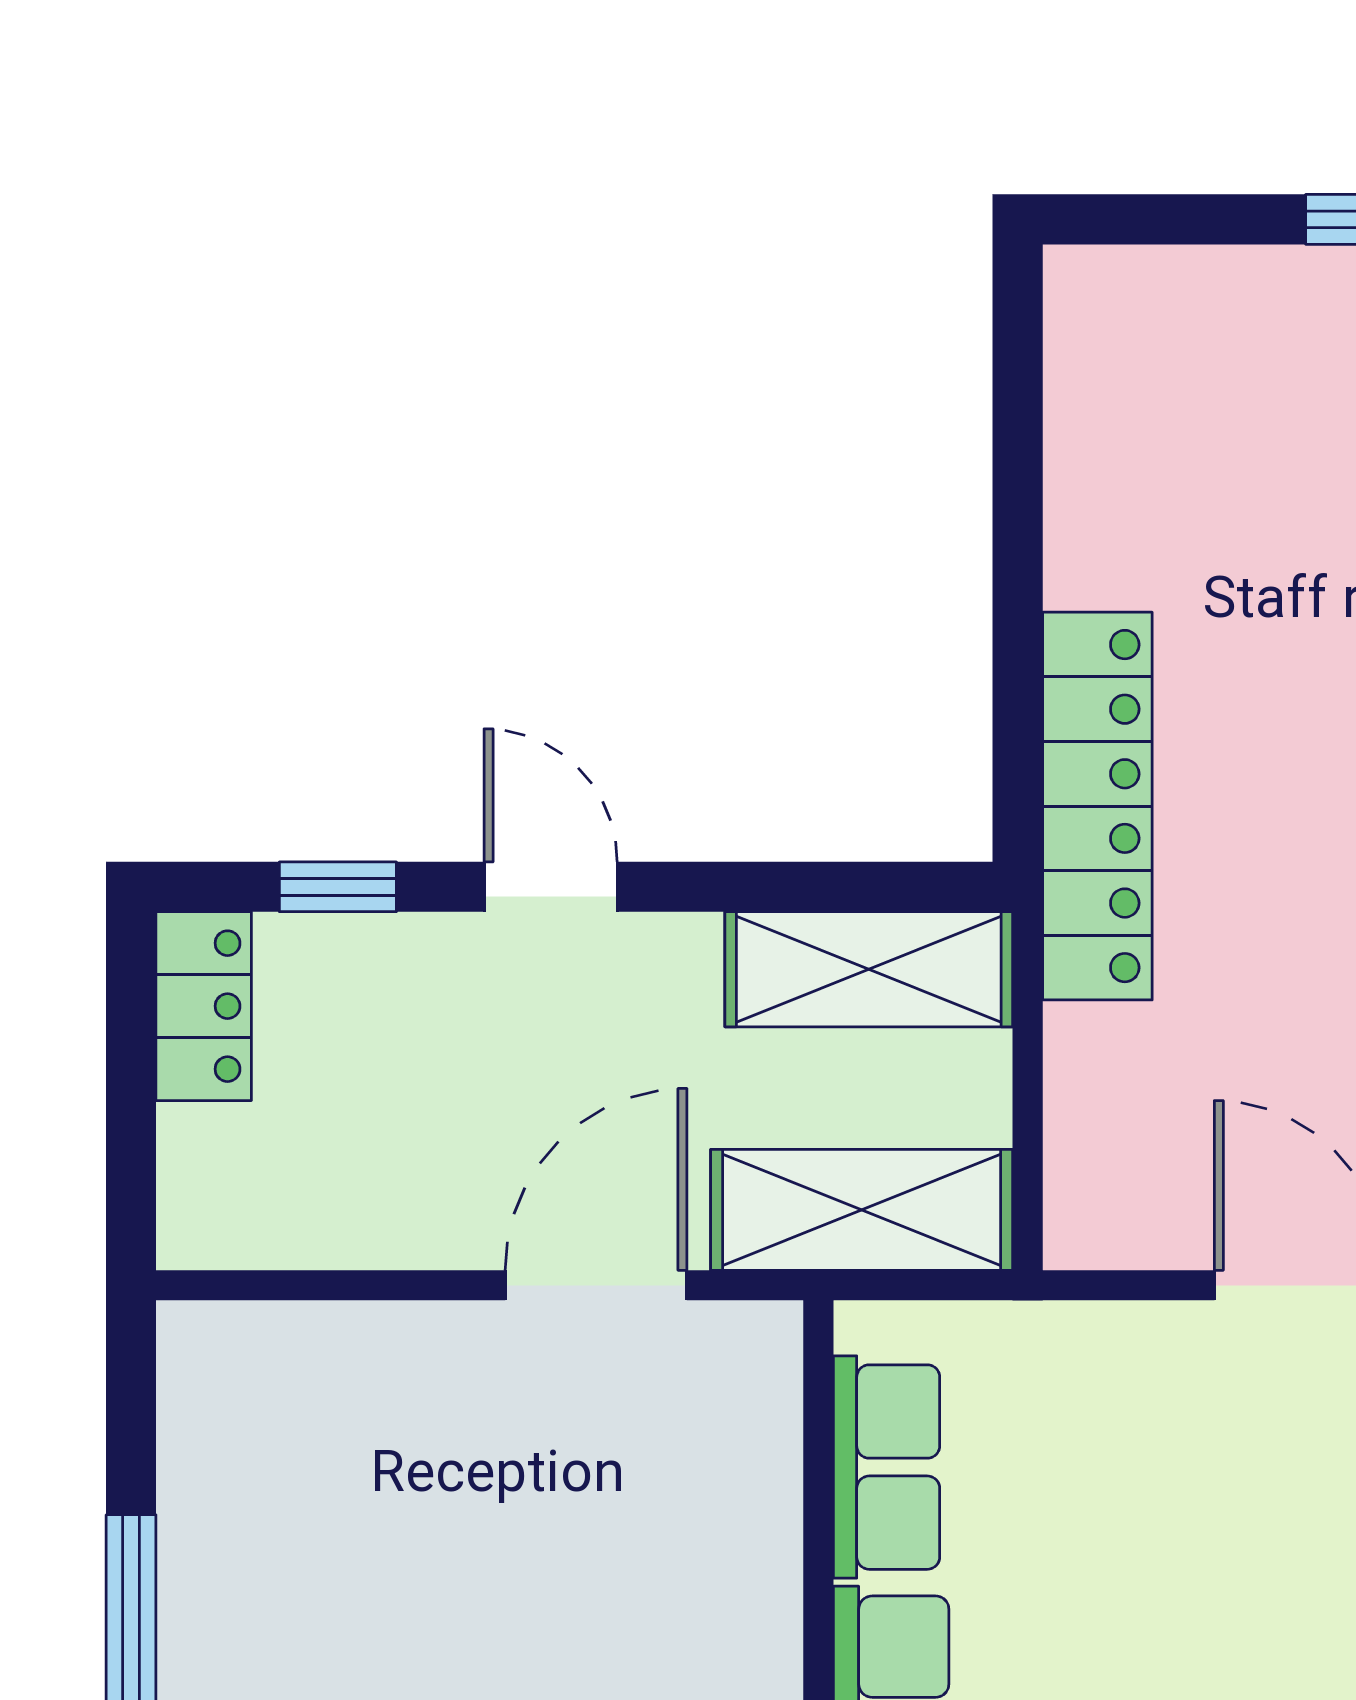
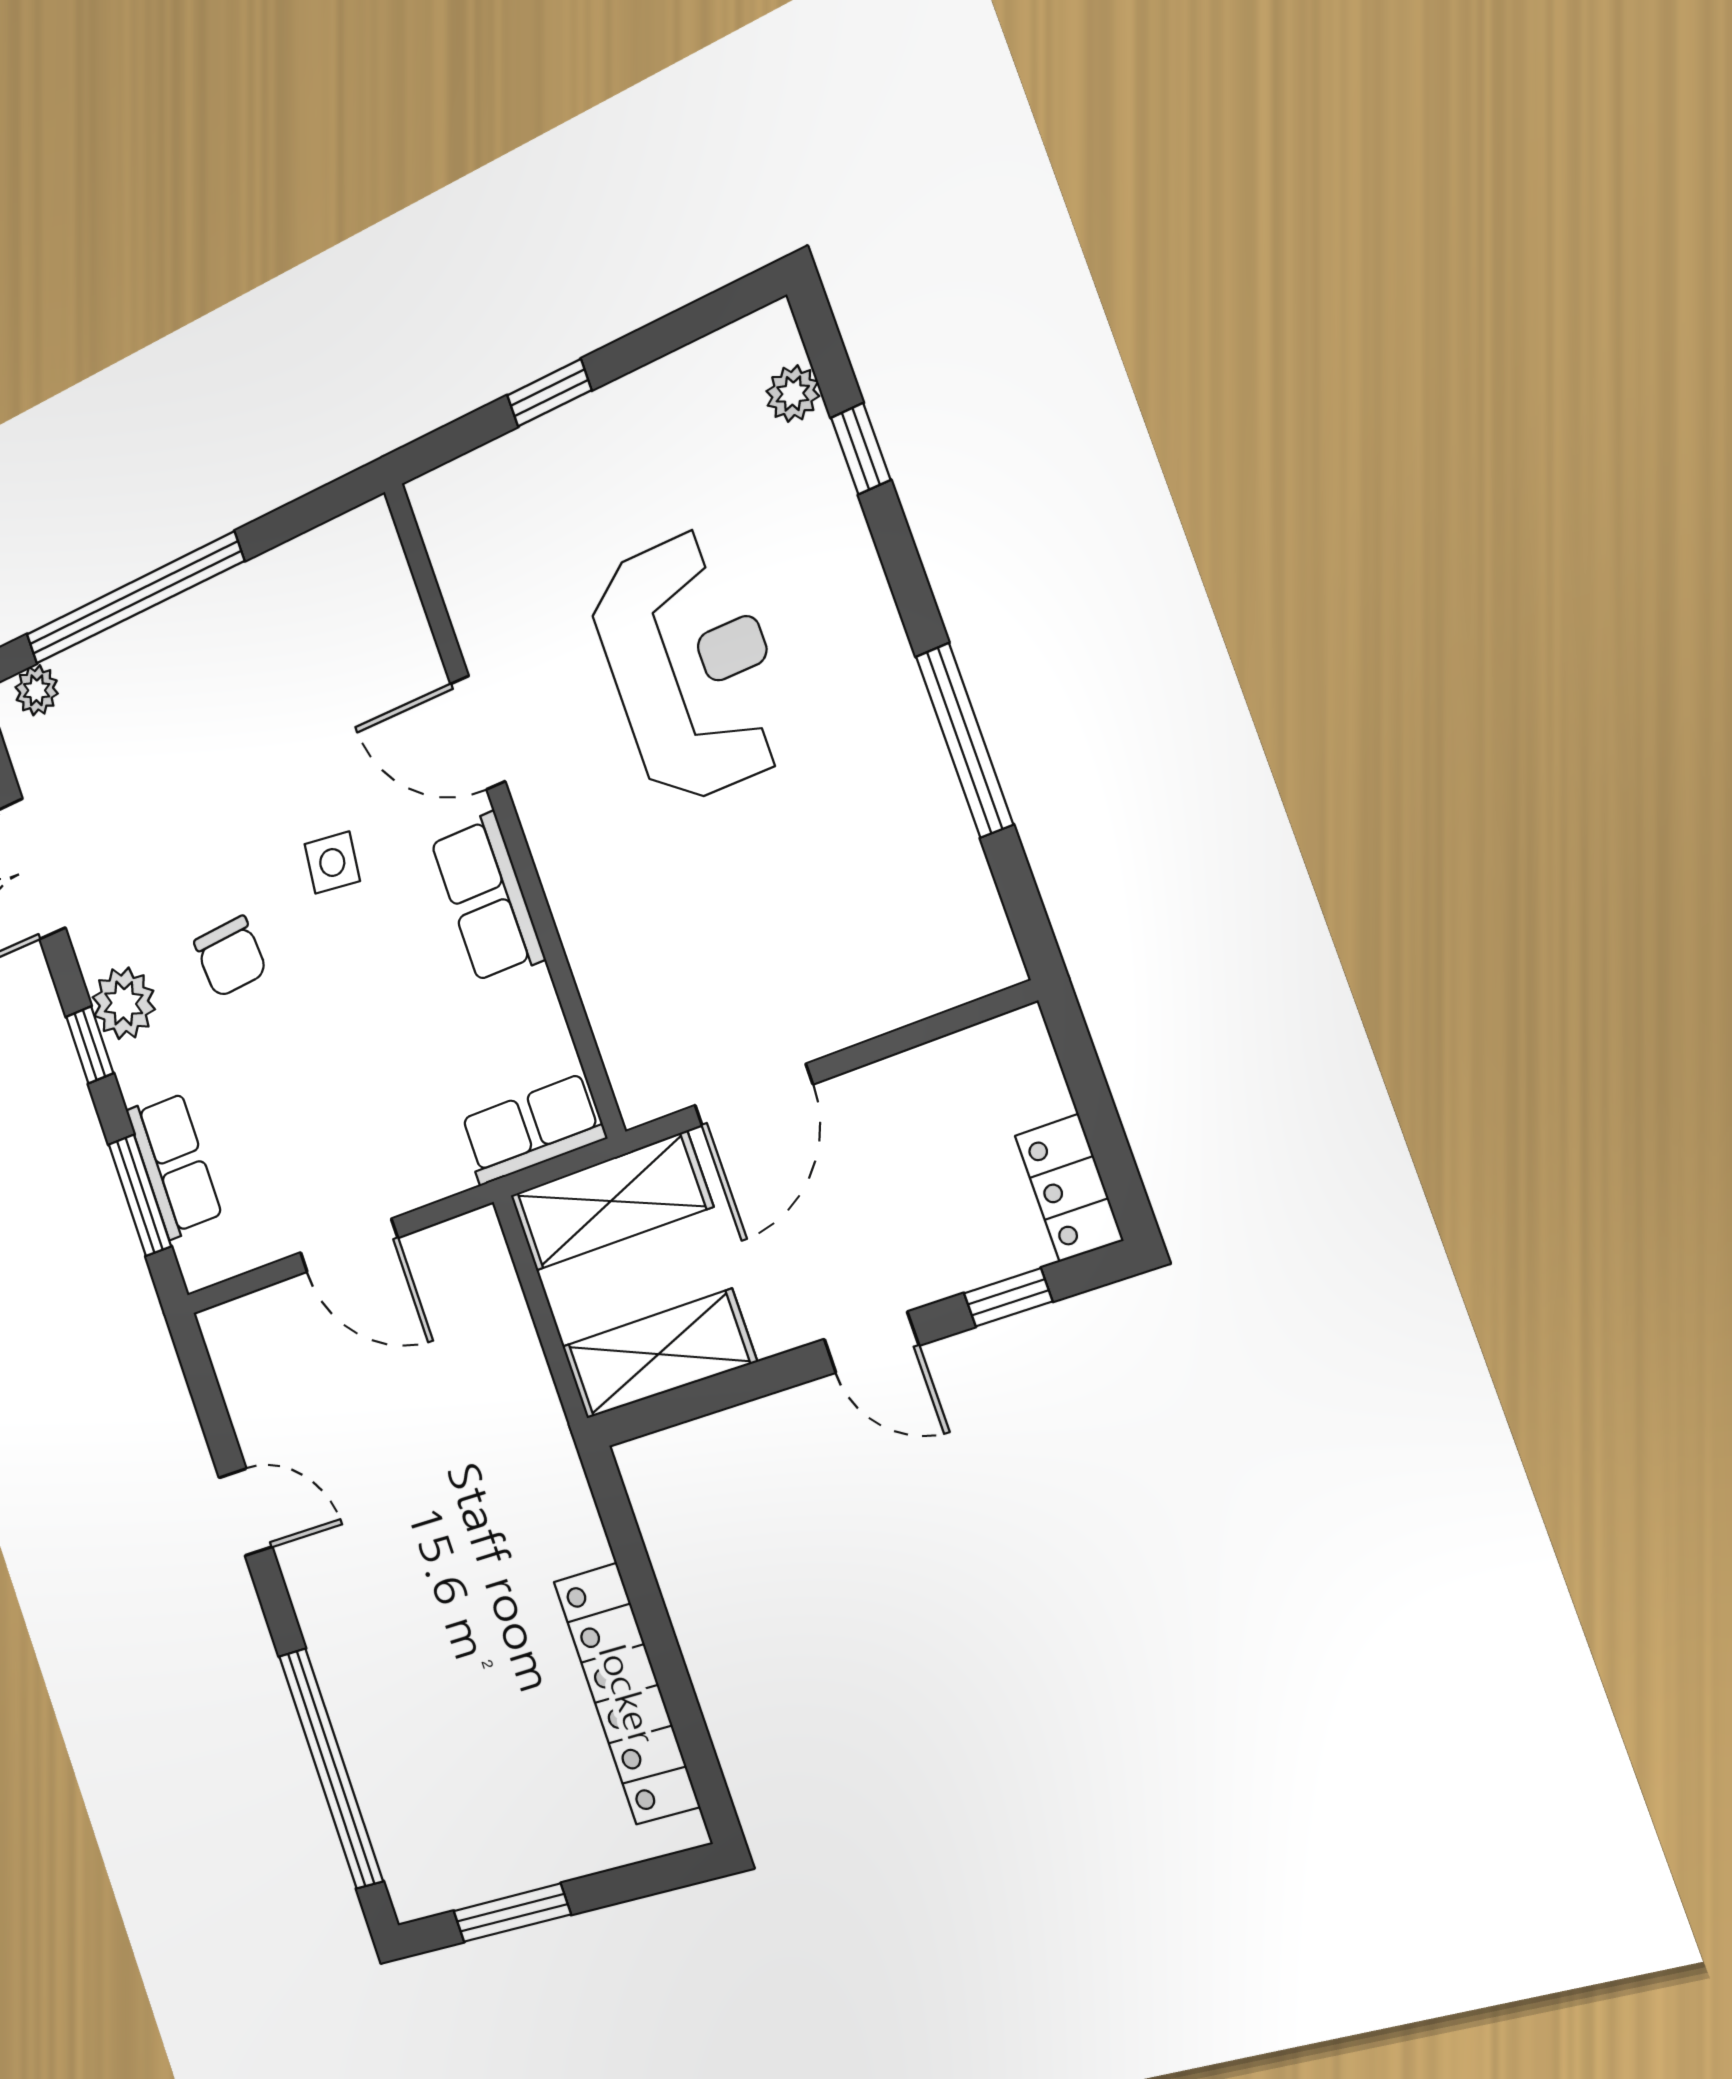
locker: (1097, 806) -> (627, 1694), moved
row of seats: (886, 1467) -> (532, 1129), moved, turned 90

